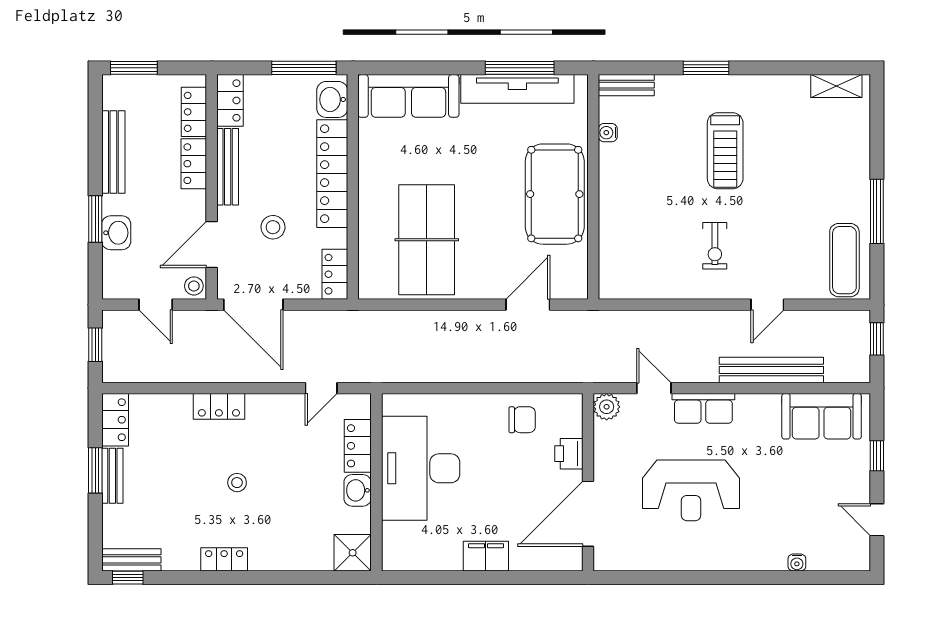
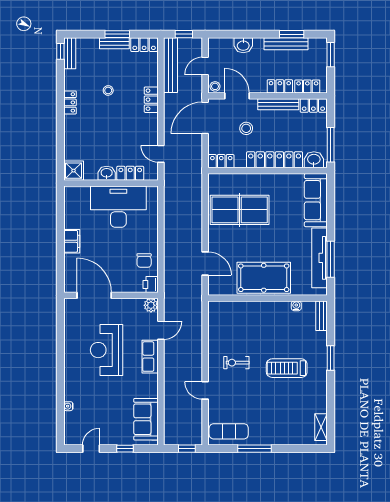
window: (95, 219) -> (292, 34), moved
bench: (771, 370) -> (170, 65), moved
printer: (569, 454) -> (151, 284), moved, turned -90
stool: (237, 483) -> (108, 90), moved

